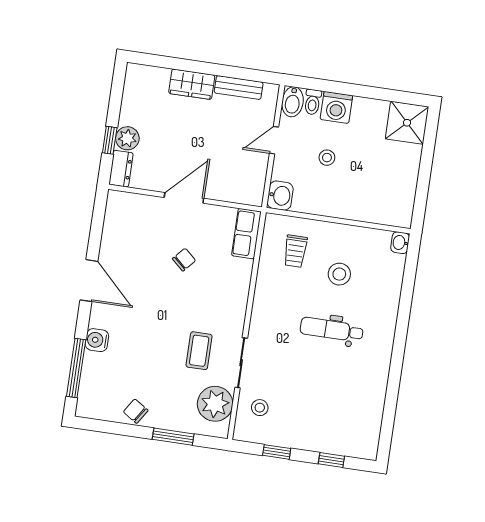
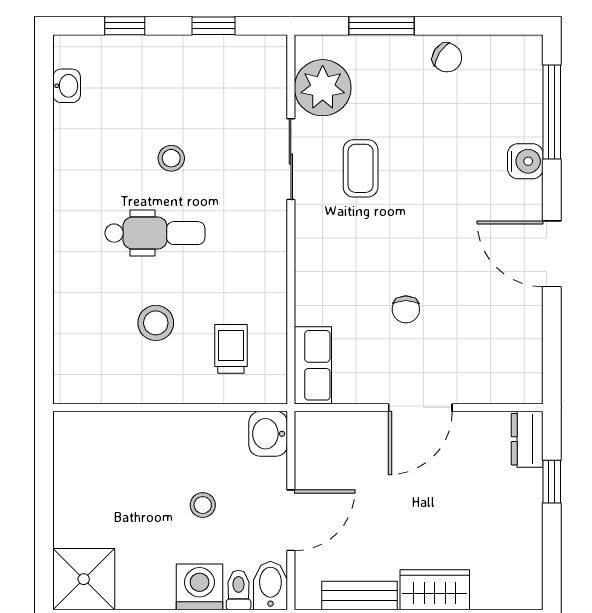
plant: (127, 138) -> (524, 489), removed
door: (274, 140) -> (291, 520), width x1.38
washbasin: (400, 243) -> (67, 86), moved
chair: (184, 260) -> (406, 309), turned -42
stool: (260, 408) -> (171, 158), moved

